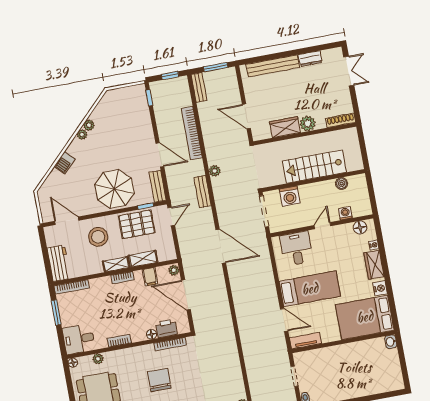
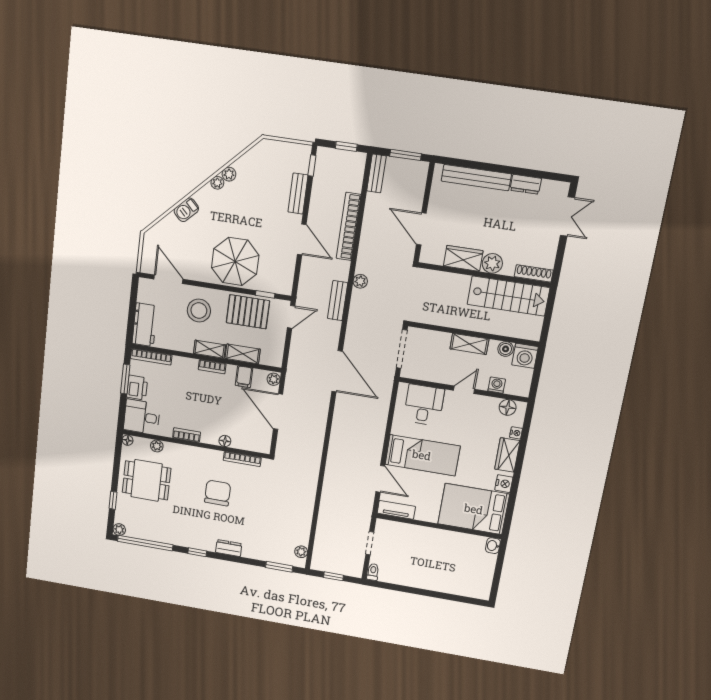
stairs: (314, 167) -> (508, 296), moved, turned 180
bench: (158, 186) -> (298, 194), moved
shelving: (313, 189) -> (469, 344), added
washing machine: (290, 196) -> (525, 356), moved
printer: (166, 328) -> (137, 388), moved, turned 90

